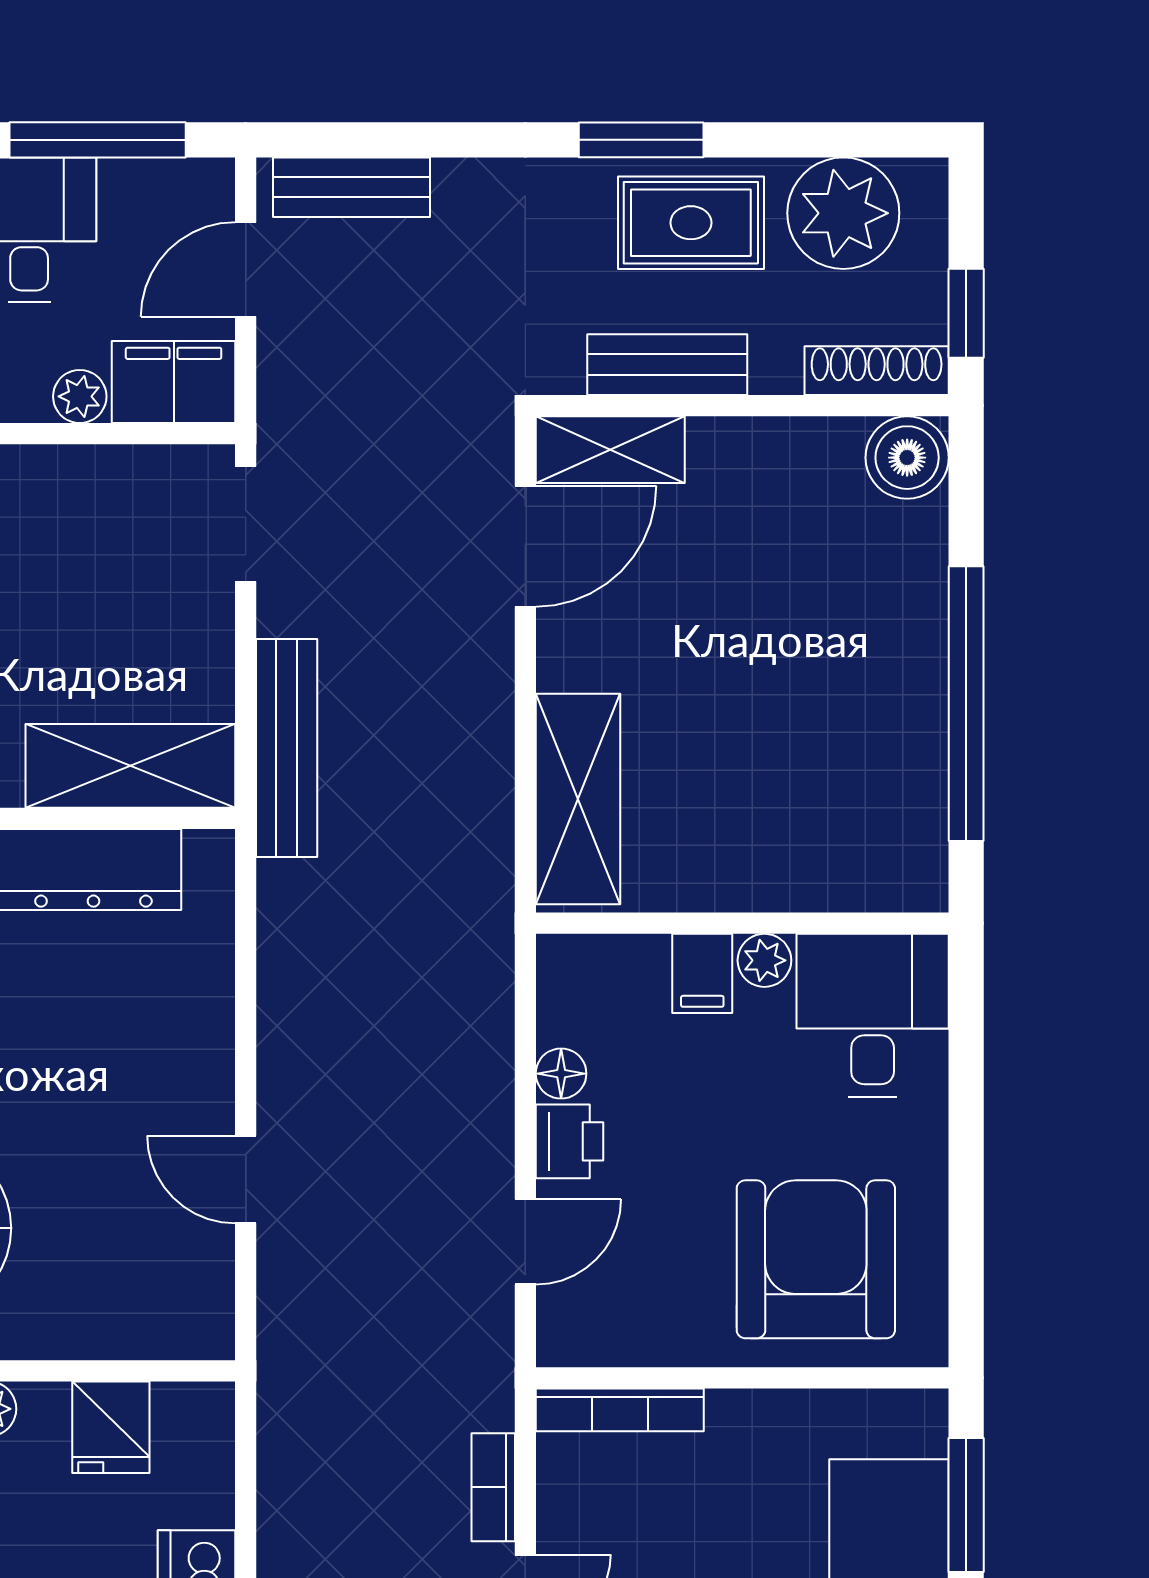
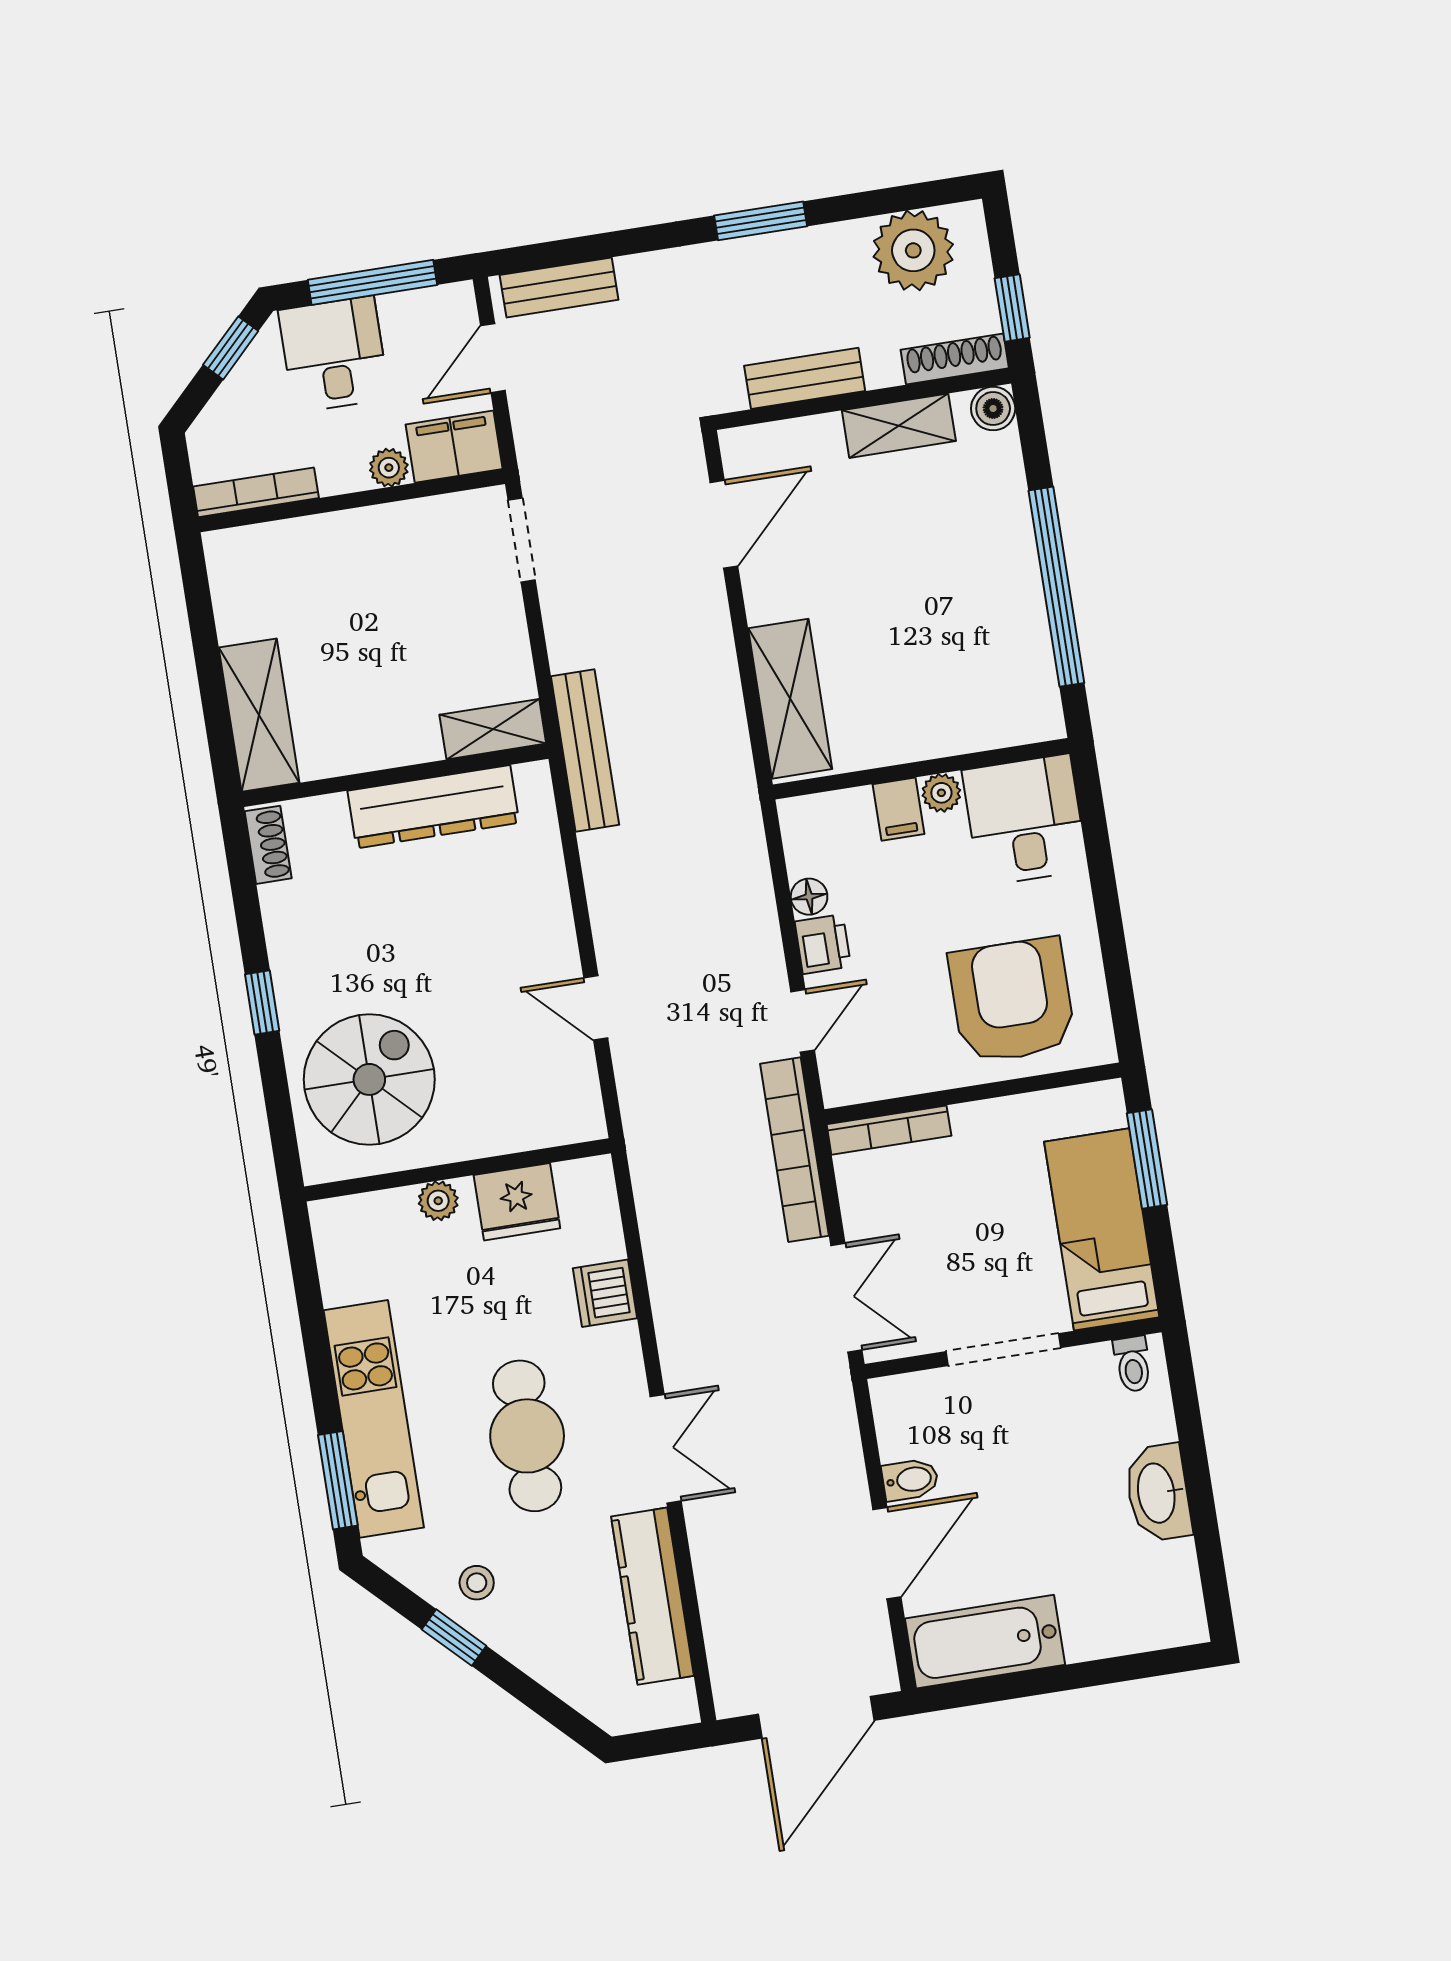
rug: (691, 223) -> (806, 274), removed
shelving: (610, 450) -> (899, 426), moved
boiler: (907, 458) -> (993, 409), width x0.73, depth x0.73
bench: (287, 748) -> (585, 750), moved
shelving: (130, 766) -> (493, 729), width x0.67, depth x0.75
fridge: (111, 1427) -> (517, 1202), width x1.38
bookcase: (493, 1487) -> (795, 1150), width x2.31, depth x1.31

